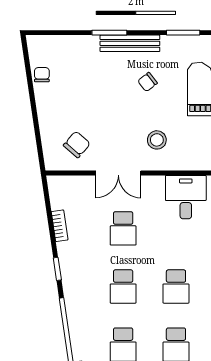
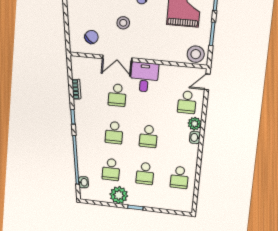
stool: (157, 140) -> (123, 23), moved
desk: (186, 197) -> (144, 77), moved

